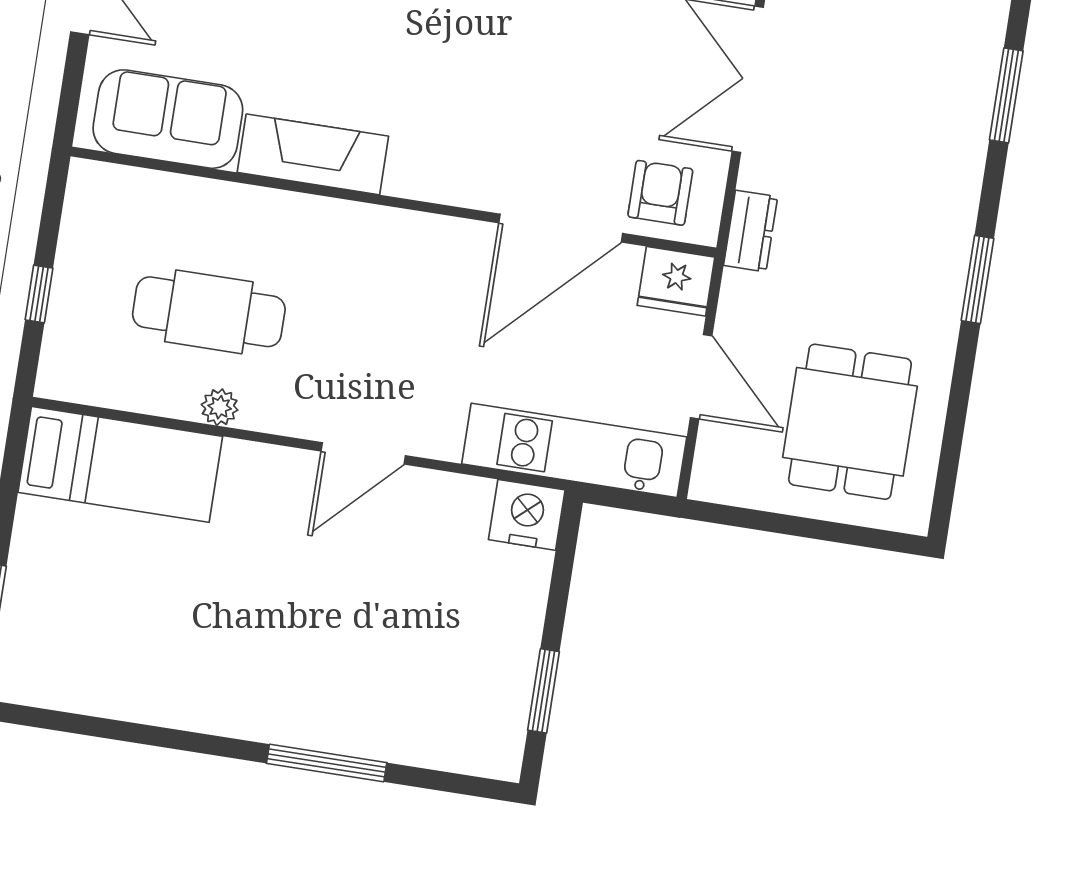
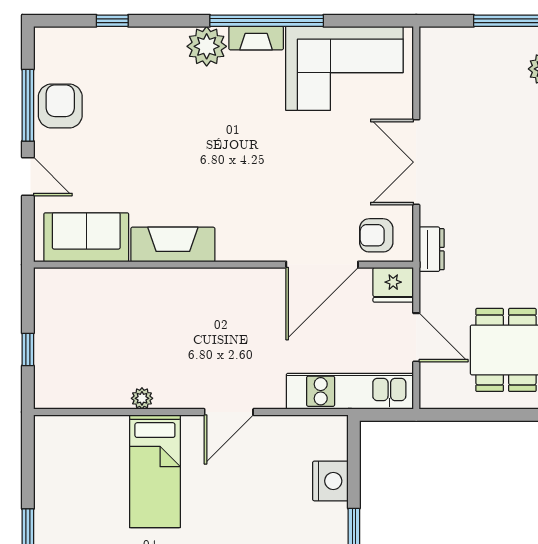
armchair: (660, 193) -> (376, 235), turned -90
cafe table: (209, 312) -> (127, 344), removed
bed: (120, 464) -> (155, 471), moved, turned 90
nightstand: (527, 515) -> (330, 481), moved, turned 90

